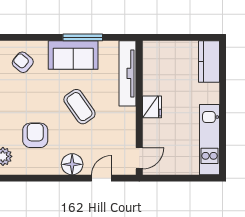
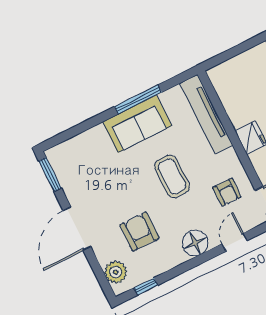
armchair: (23, 62) -> (227, 192), moved, turned -130
coffee table: (79, 107) -> (172, 176), turned 35
window: (20, 178) -> (146, 286), added

